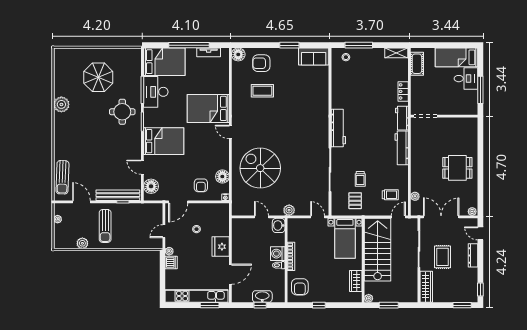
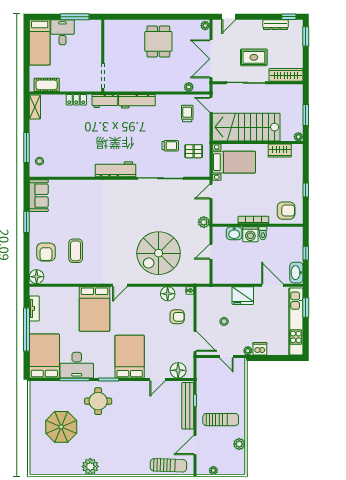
washbasin: (279, 225) -> (234, 233), moved
dresser: (473, 255) -> (276, 25), moved
washbasin: (262, 297) -> (296, 273), moved

